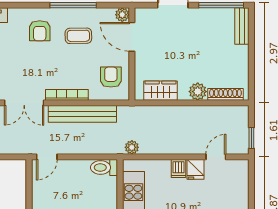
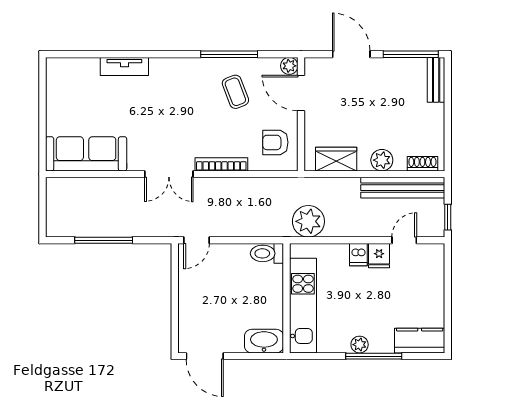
armchair: (40, 31) -> (188, 86), removed
coffee table: (78, 36) -> (235, 92), turned 70
armchair: (111, 77) -> (275, 142), turned -90
shoe rack: (225, 94) -> (422, 164), width x0.70
bench: (82, 114) -> (403, 188), moved
plant: (132, 147) -> (308, 221), width x1.87, depth x1.87

